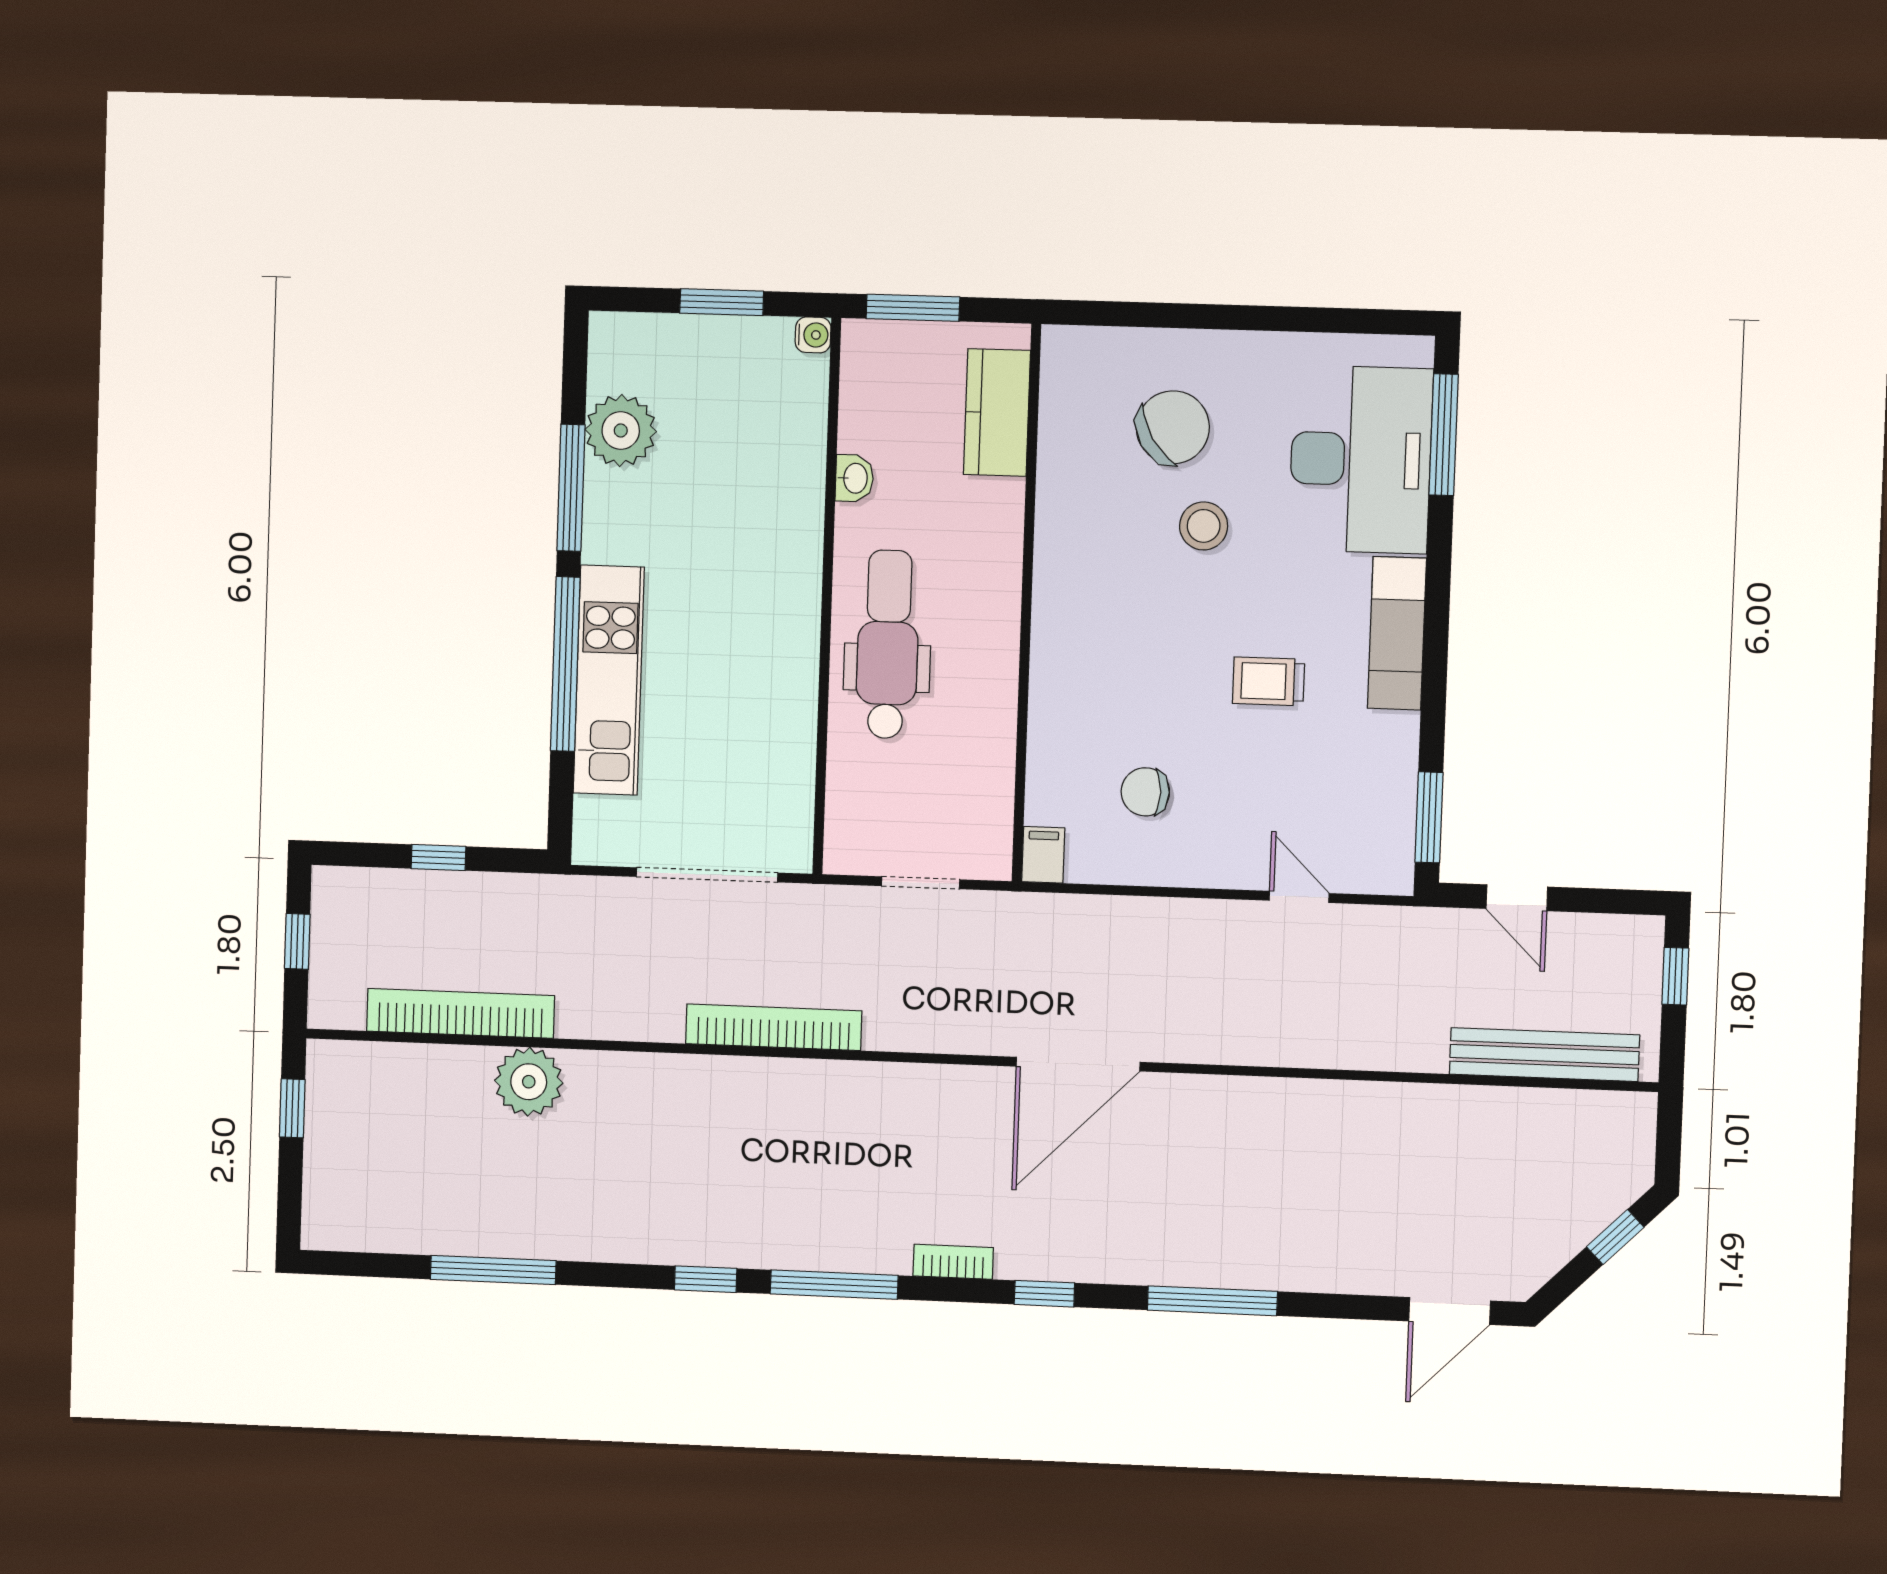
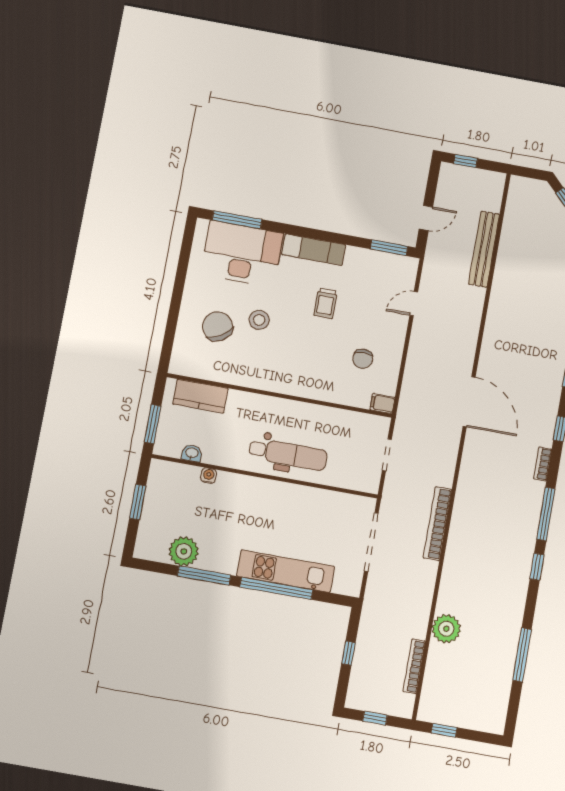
water cooler: (813, 335) -> (209, 476), moved
washbasin: (854, 478) -> (192, 453), moved
dental chair: (888, 644) -> (288, 454), turned 180
bookcase: (461, 1013) -> (414, 666), width x0.68, depth x0.76
bench: (1544, 1055) -> (484, 249), moved

